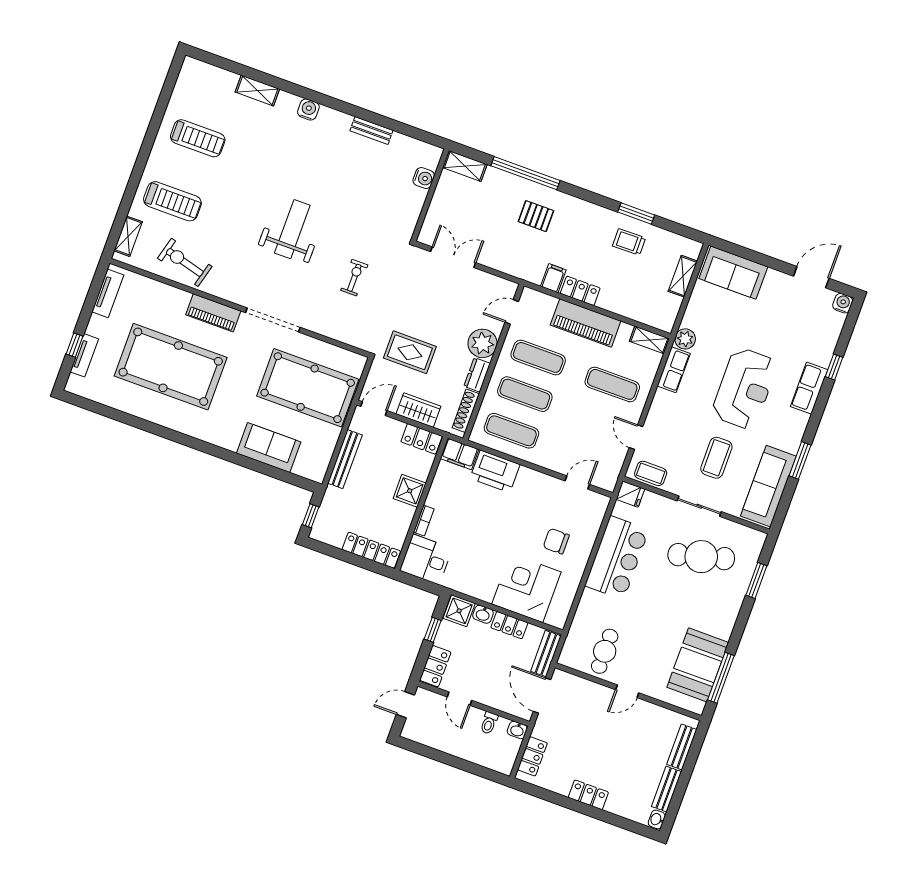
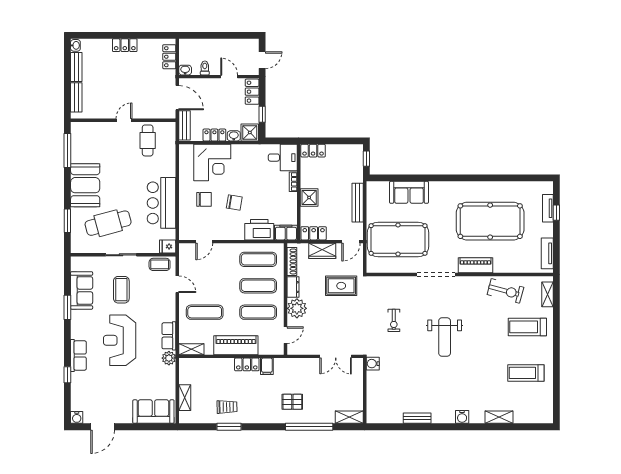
water cooler: (424, 178) -> (373, 364), moved
sofa: (768, 486) -> (82, 290), width x0.73
chair: (516, 522) -> (234, 202), added
locker: (371, 550) -> (313, 151), width x0.66
booth: (698, 665) -> (85, 185), moved

